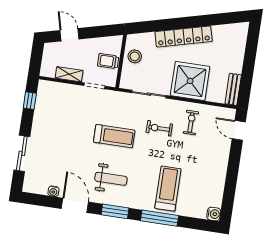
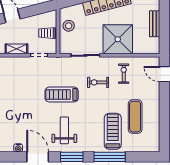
bench: (233, 89) -> (155, 24), moved
treadmill: (114, 136) -> (62, 95), turned 180
exercise mat: (197, 175) -> (135, 117), added
weight bench: (111, 179) -> (64, 130), turned -90
water cooler: (214, 214) -> (154, 147), removed

